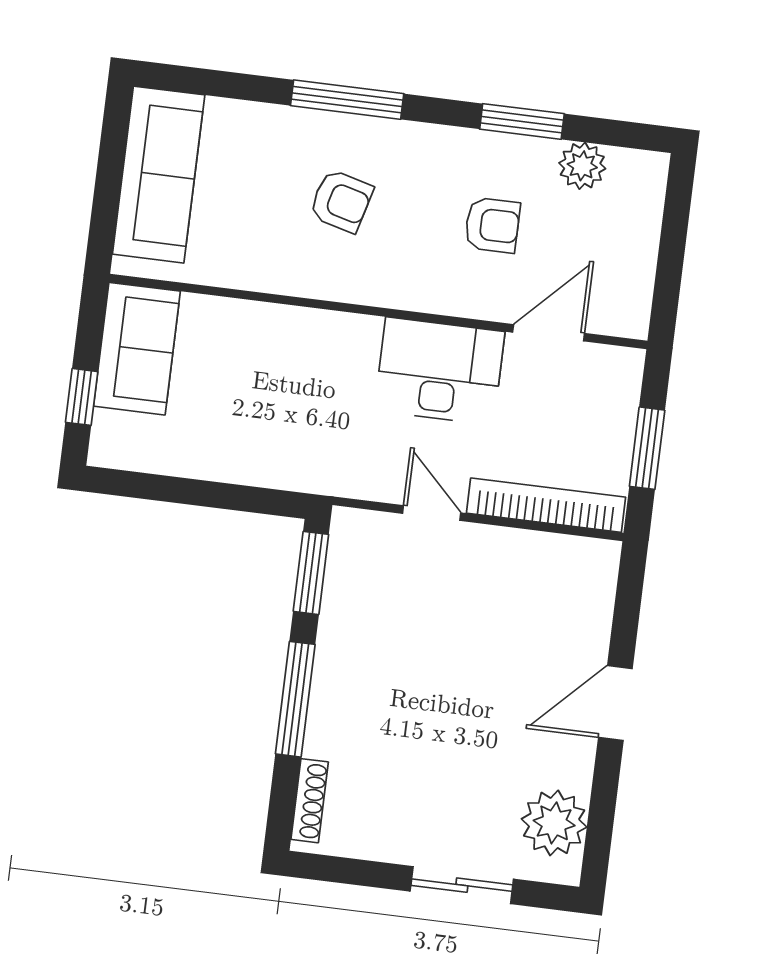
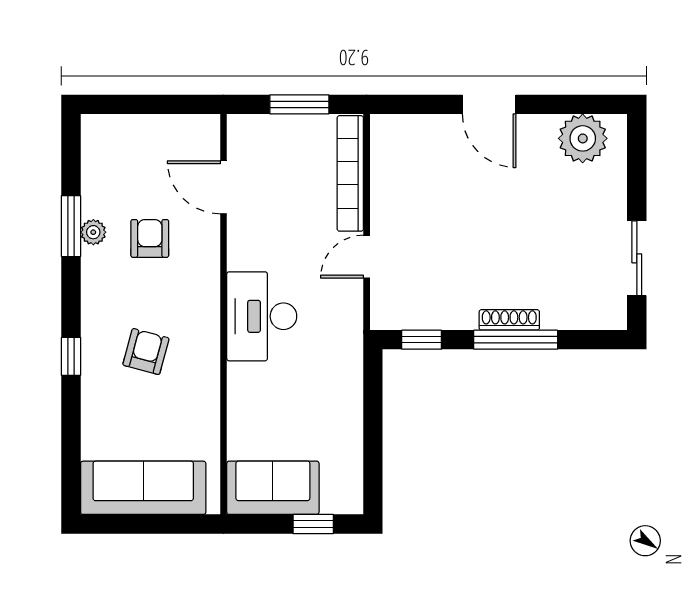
window: (347, 100) -> (71, 356), width x0.46
plant: (582, 166) -> (93, 232), moved, width x0.73, depth x0.73
desk: (439, 371) -> (262, 316), moved
window: (311, 573) -> (422, 340), width x0.67
shoe rack: (310, 801) -> (509, 320), moved
sliding door: (462, 885) -> (637, 258), moved

